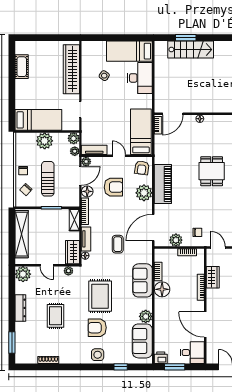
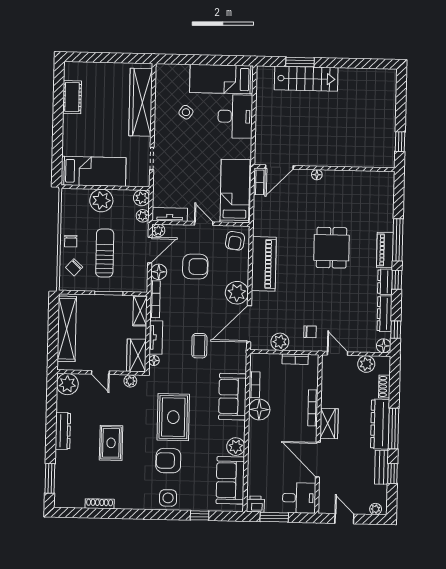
plant: (144, 193) -> (237, 293), moved
wardrobe: (213, 277) -> (329, 423), moved

